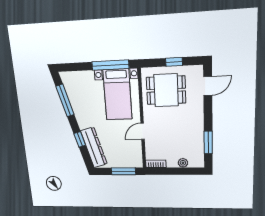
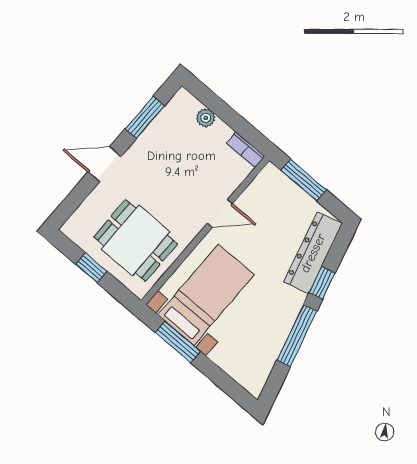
window: (110, 65) -> (178, 342), width x0.69
door: (208, 86) -> (105, 164), moved
window: (65, 101) -> (297, 336), moved

